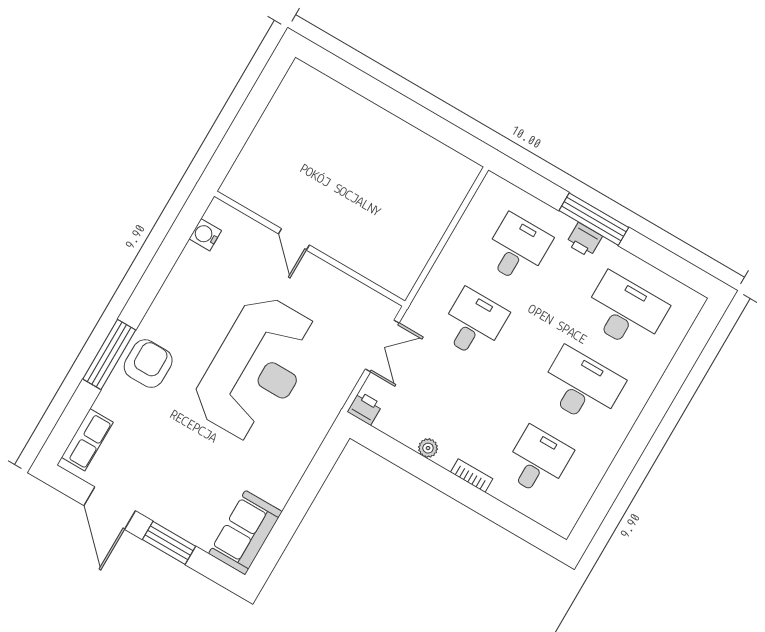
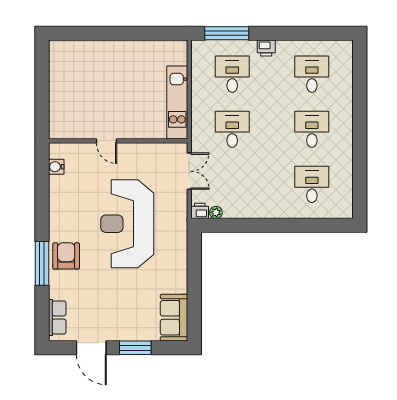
window: (594, 219) -> (227, 33), moved
kitchen unit: (420, 244) -> (177, 103), added
desk: (625, 312) -> (312, 74), width x0.73
reception desk: (256, 368) -> (127, 224), turned 180
desk: (581, 386) -> (312, 129), width x0.73
plant: (428, 448) -> (216, 212), moved
bookcase: (472, 476) -> (280, 214), removed

